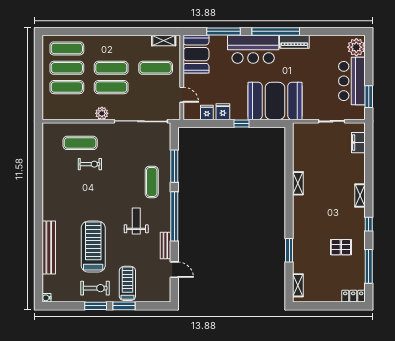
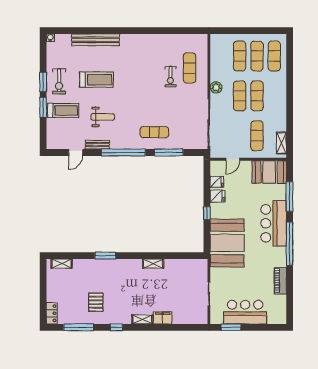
piano: (294, 42) -> (280, 281), moved
plant: (356, 47) -> (275, 316), removed
filing cabinet: (358, 143) -> (163, 318), moved
weight bench: (136, 221) -> (103, 117), moved
treadmill: (93, 247) -> (96, 80), width x0.73, depth x0.73
window: (289, 250) -> (105, 256), moved

